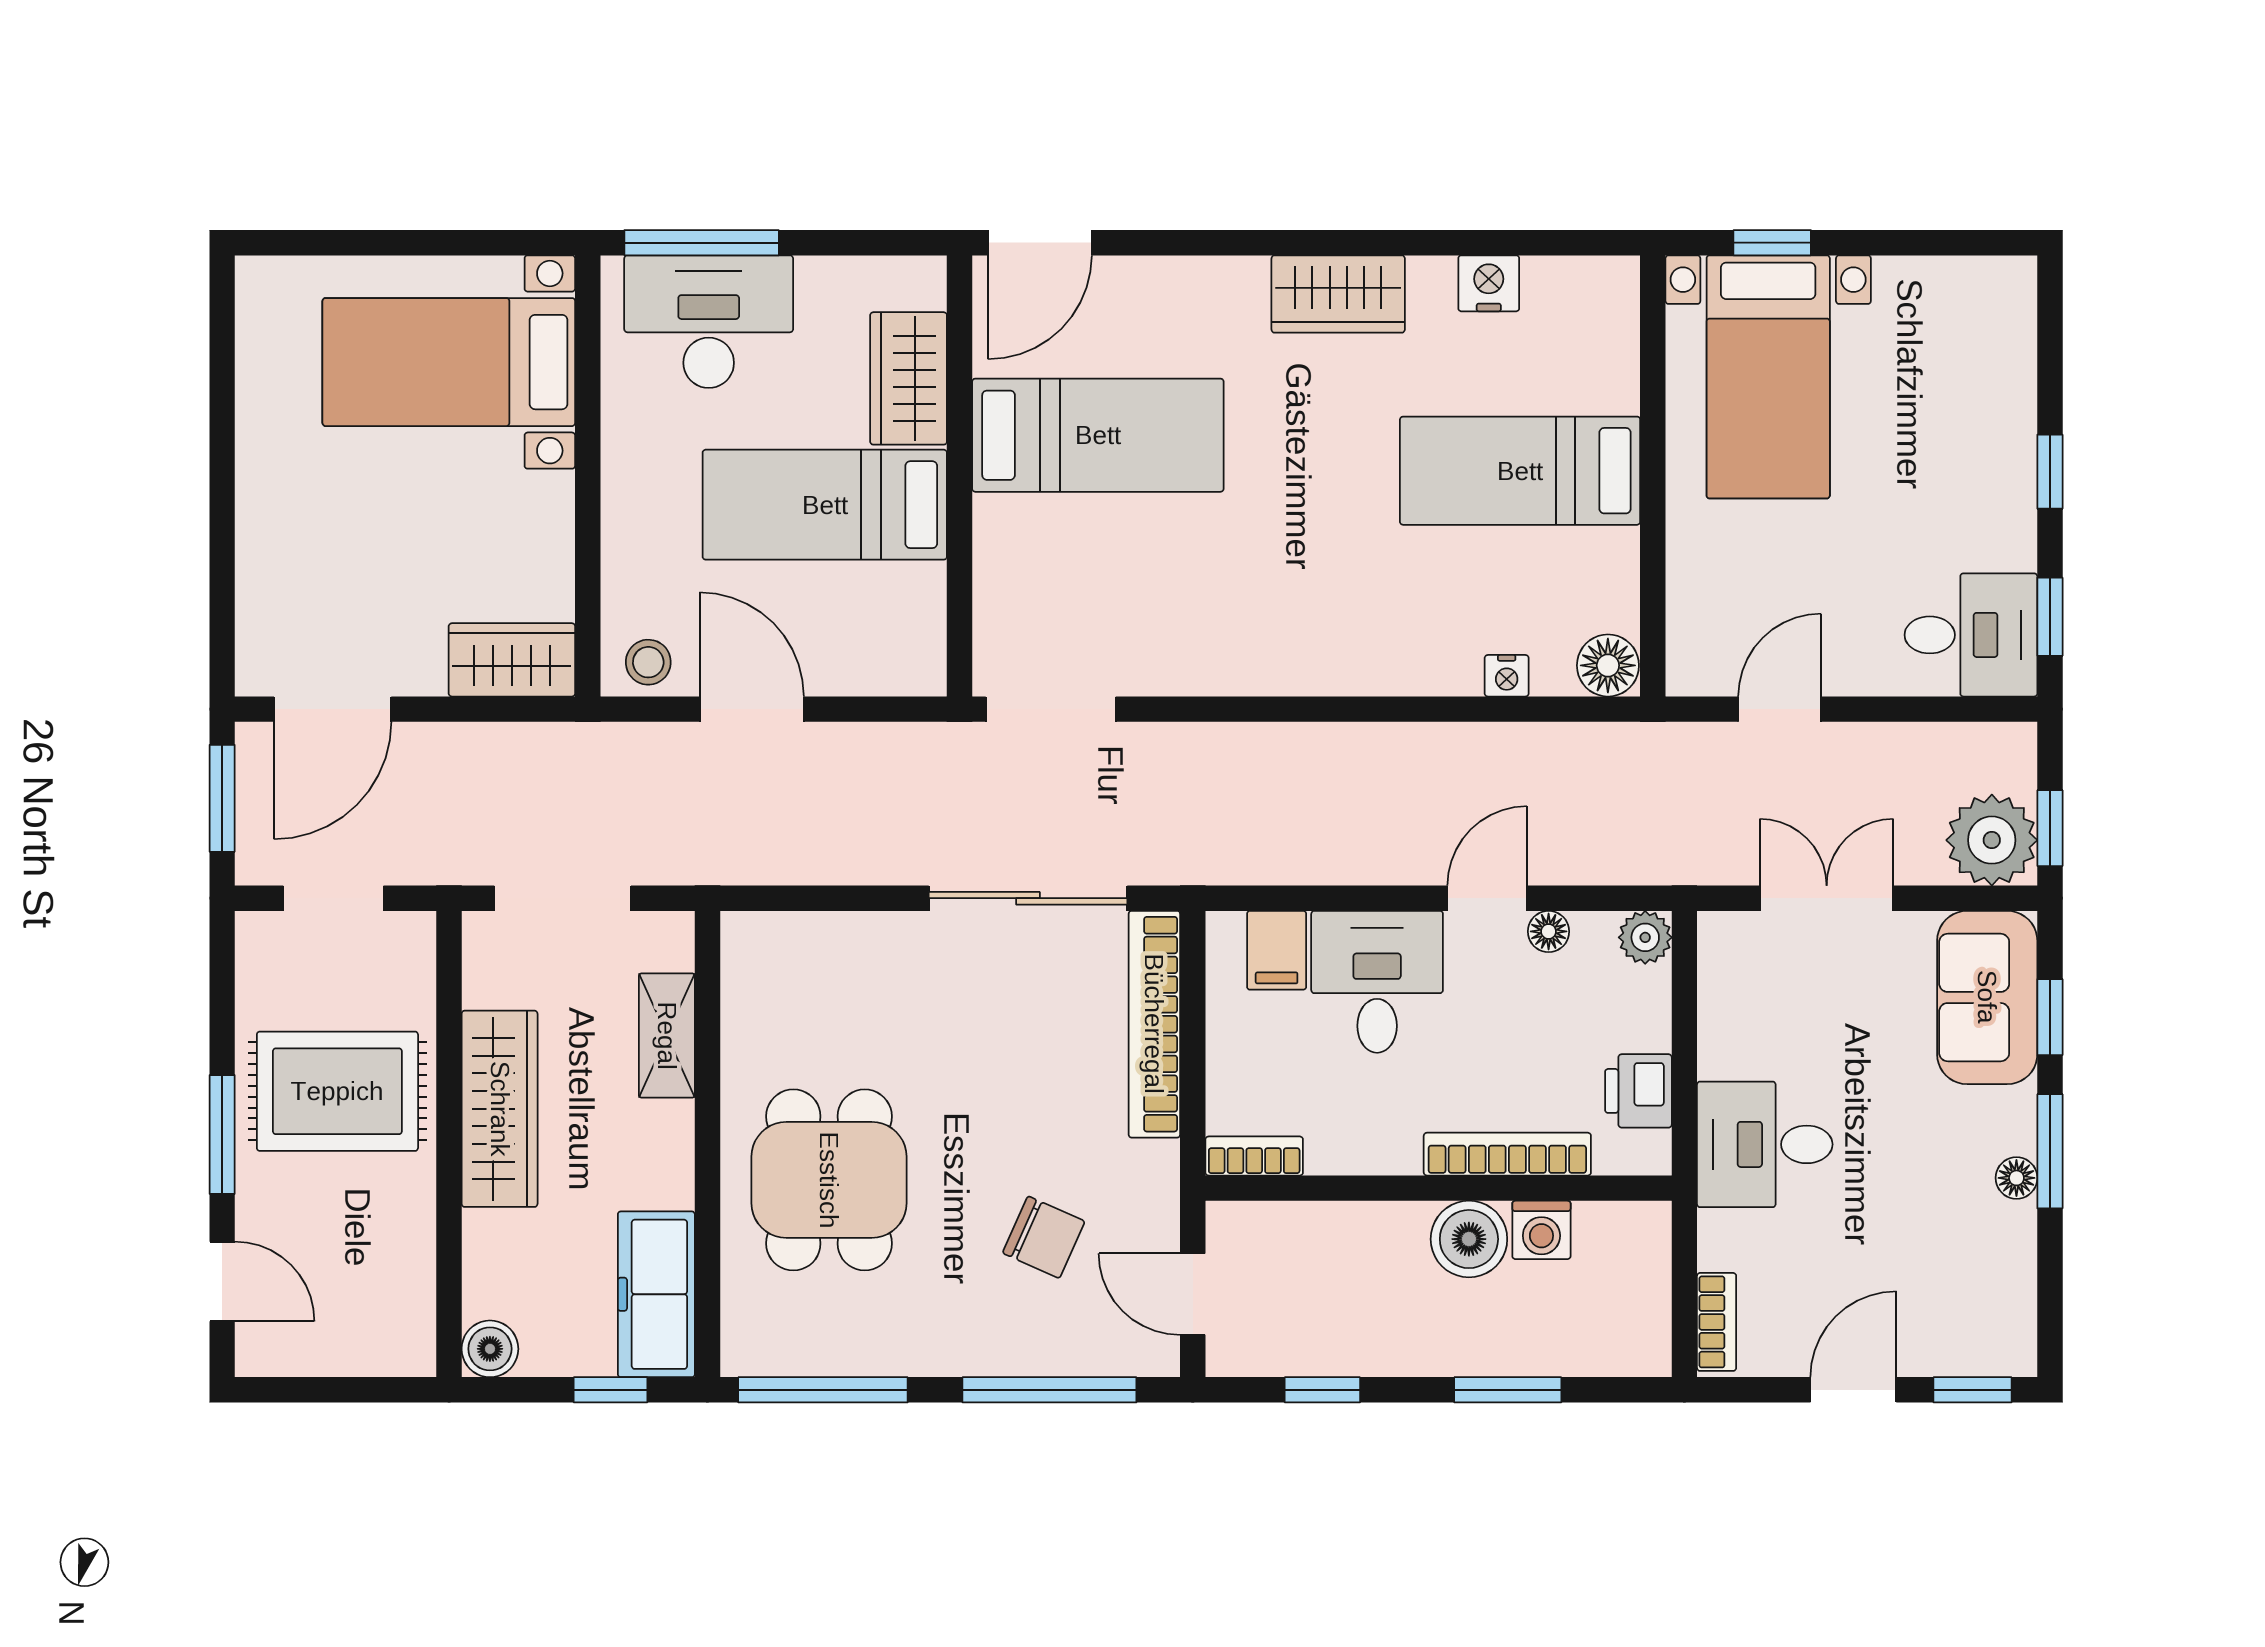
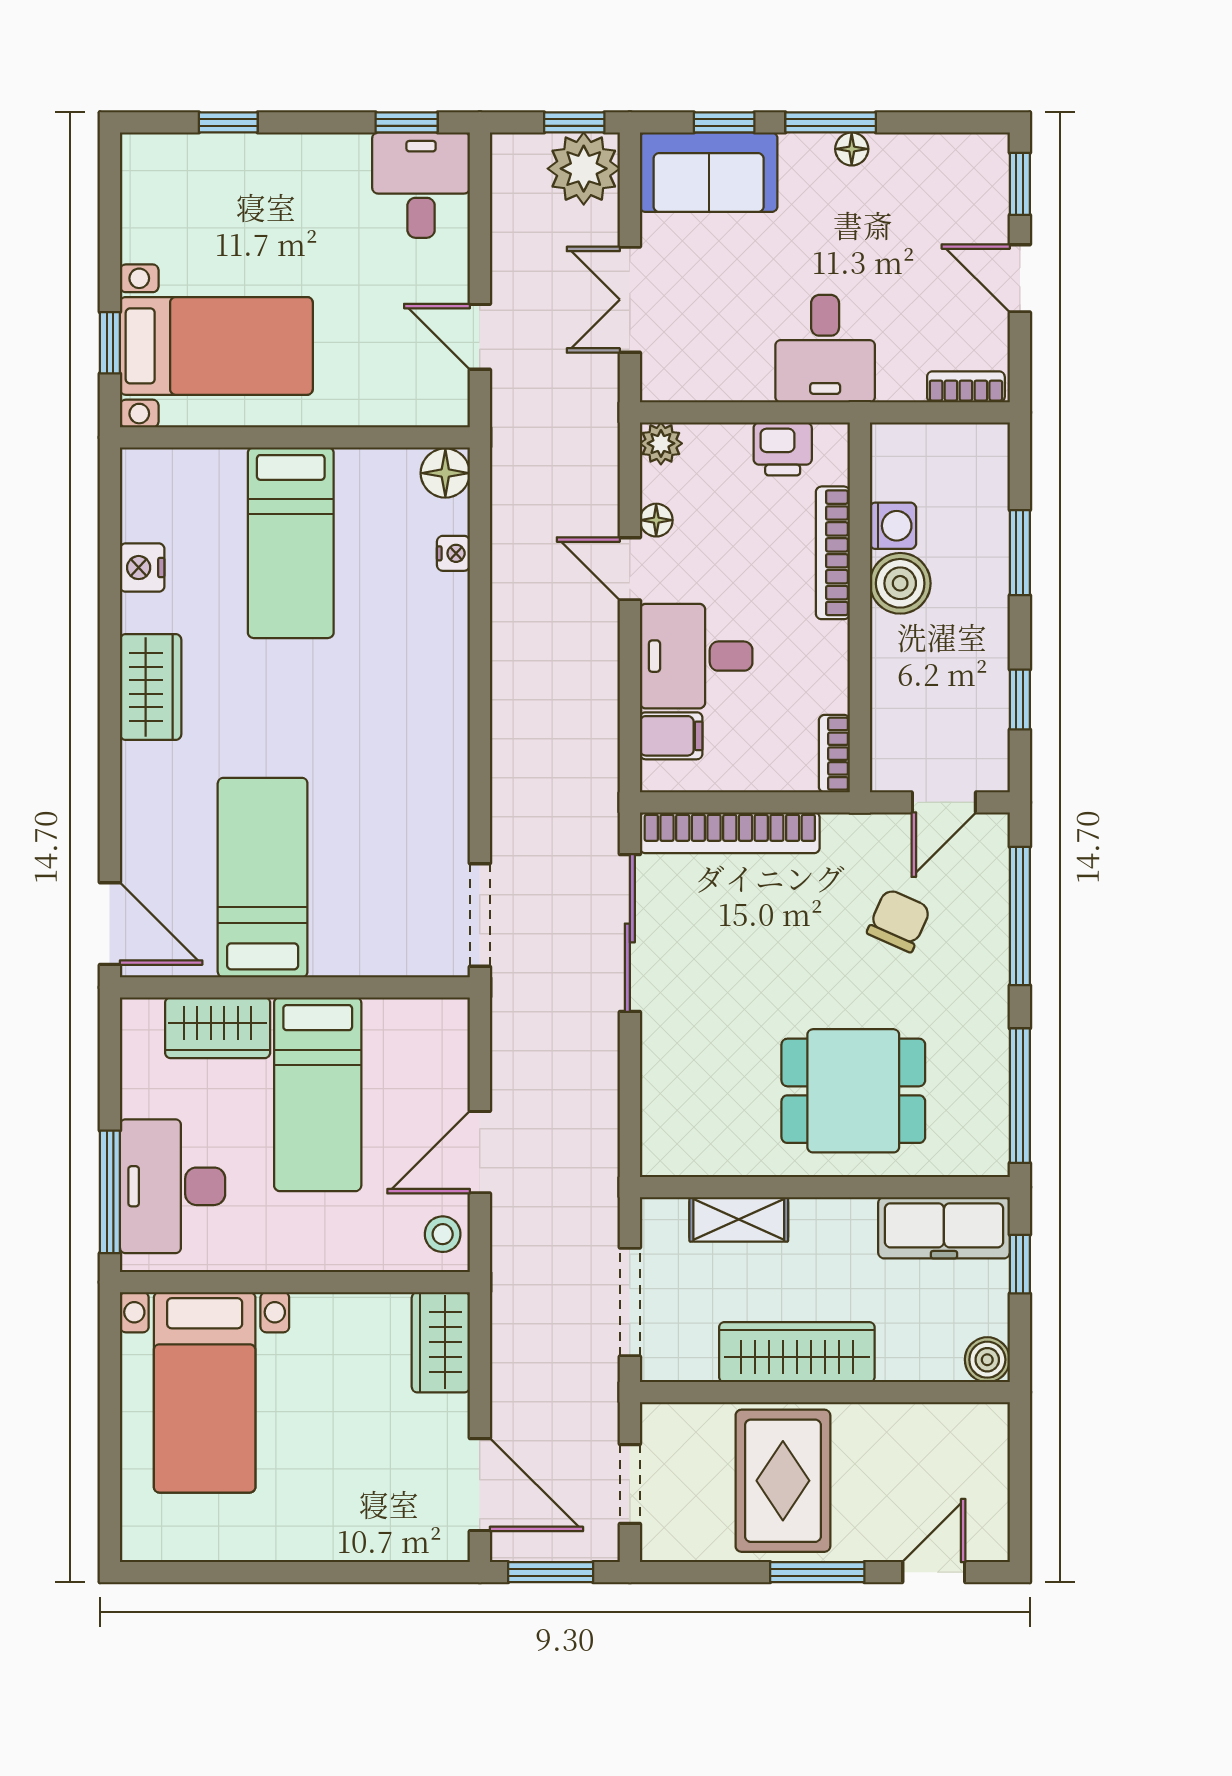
window: (2050, 472) -> (228, 122), moved

